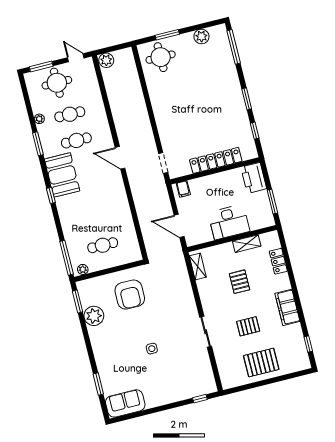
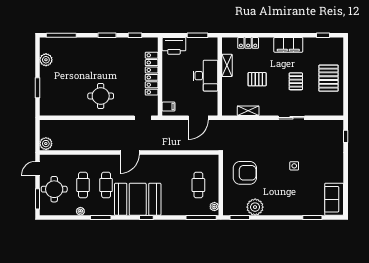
round table: (161, 57) -> (101, 96), moved
booth: (62, 175) -> (138, 199), width x1.36, depth x1.42
shelving: (198, 267) -> (248, 111), moved

